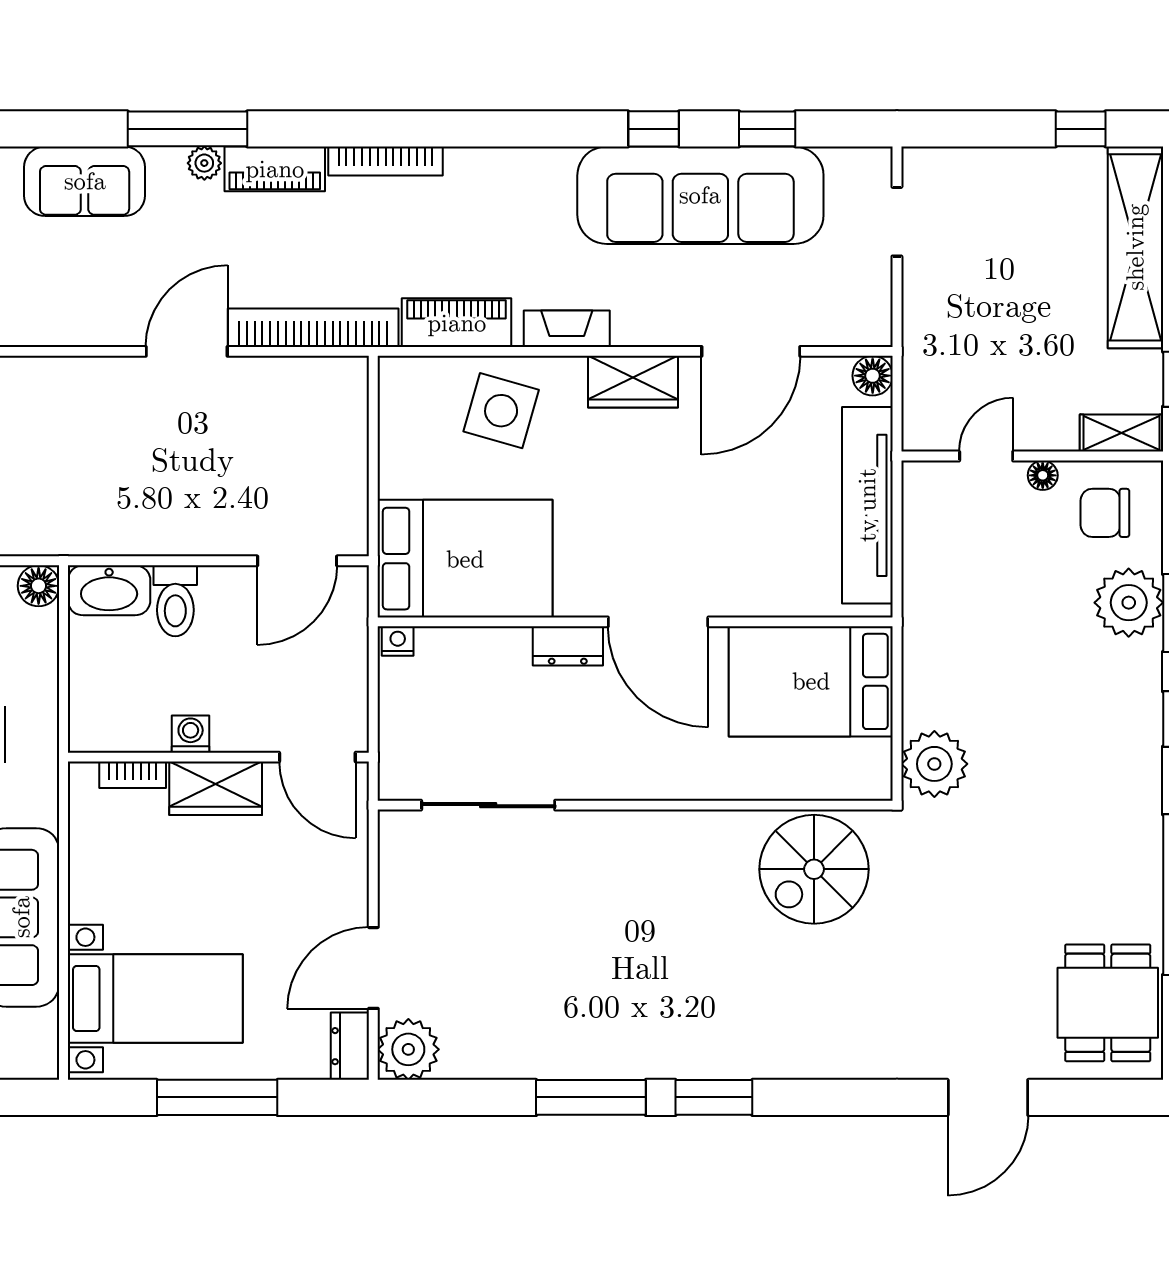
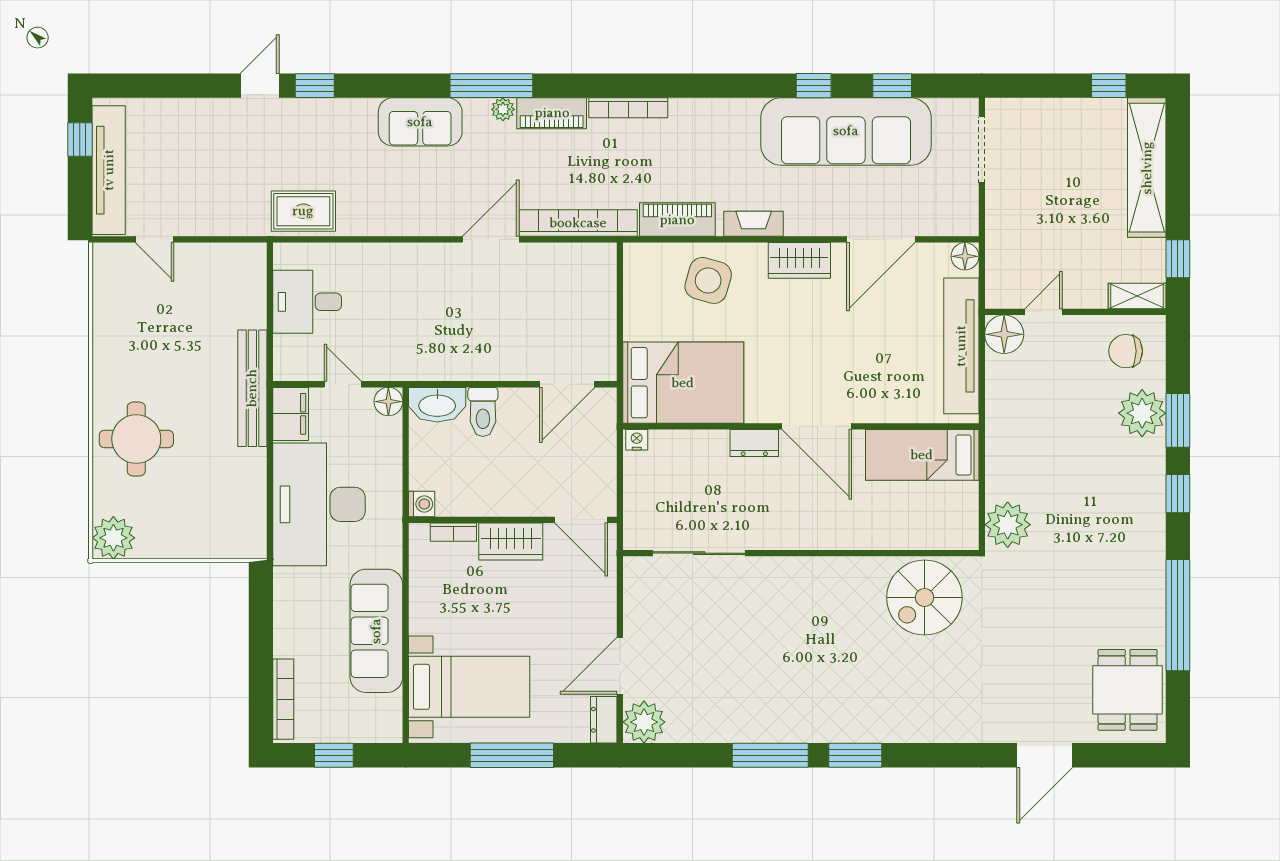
doorway: (897, 222) -> (982, 150), width x1.38
floor lamp: (1043, 475) -> (1004, 334), moved, width x1.89, depth x1.89
bed: (811, 681) -> (922, 455), width x0.67
washing machine: (191, 734) -> (422, 504), moved, turned 90

